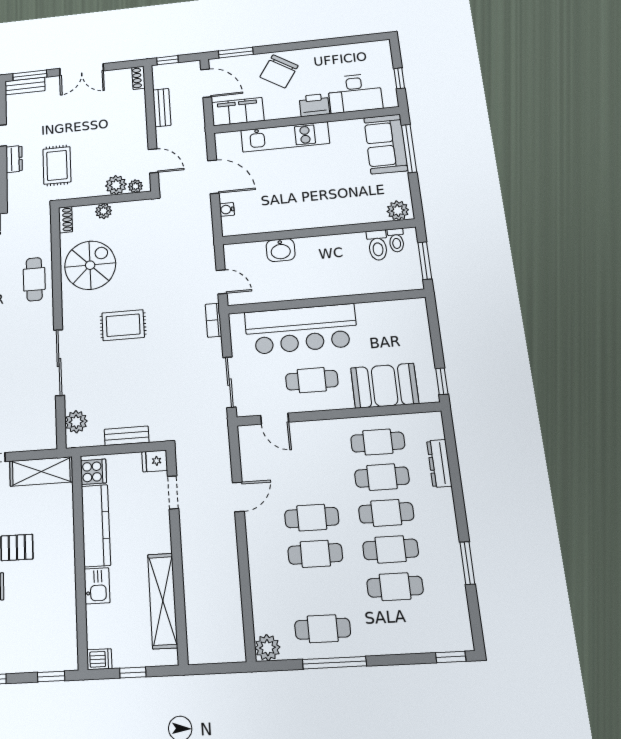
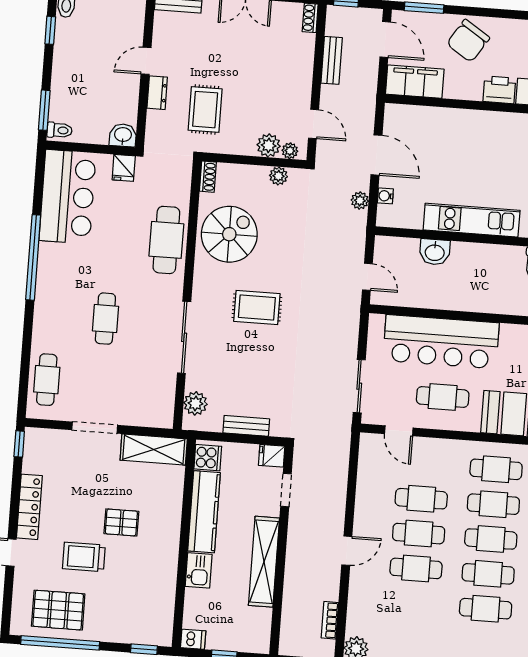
kitchen unit: (285, 137) -> (472, 220), moved, turned 180
plant: (104, 211) -> (278, 176), moved
plant: (204, 217) -> (360, 201), added
cafe table: (34, 279) -> (166, 240), width x1.37, depth x1.35
bookcase: (213, 320) -> (330, 620), moved
door: (238, 497) -> (347, 551), moved
shelving: (163, 601) -> (264, 562), moved
cafe table: (323, 629) -> (421, 499), moved

